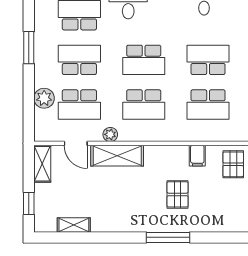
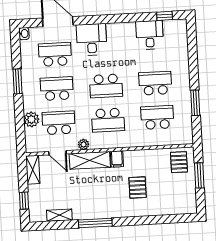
school desk: (79, 104) -> (59, 123), turned 180
school desk: (208, 104) -> (157, 117), turned 180
filing cabinet: (197, 156) -> (117, 159), moved
window: (168, 237) -> (95, 223), moved

